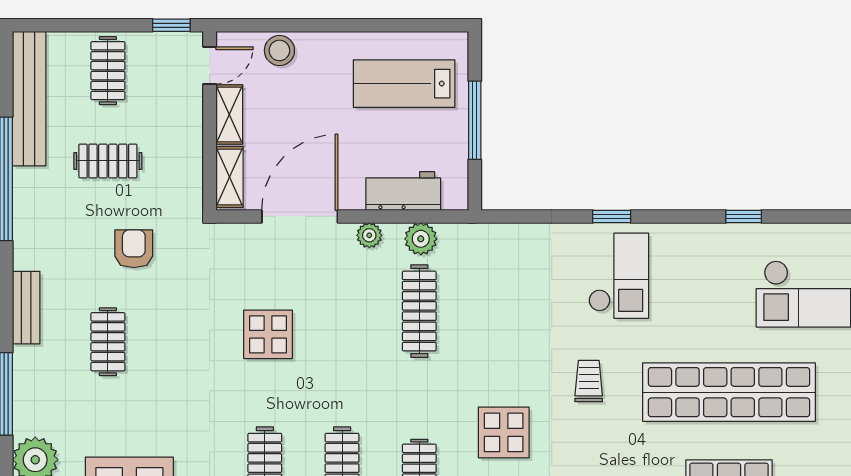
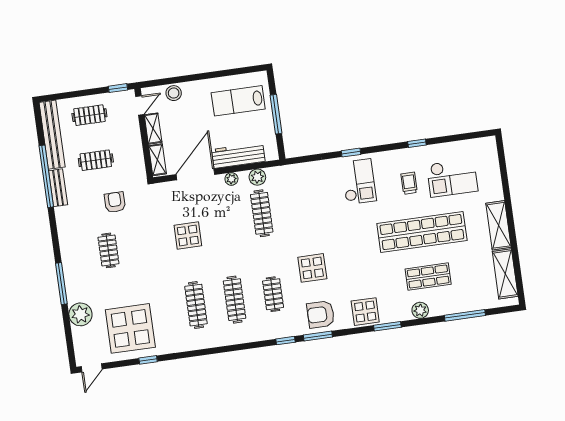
clothes rail: (108, 71) -> (89, 115), turned 90
workbench: (403, 191) -> (238, 155), width x1.38
bench: (26, 308) -> (58, 188), moved
trolley: (589, 381) -> (409, 183), moved

